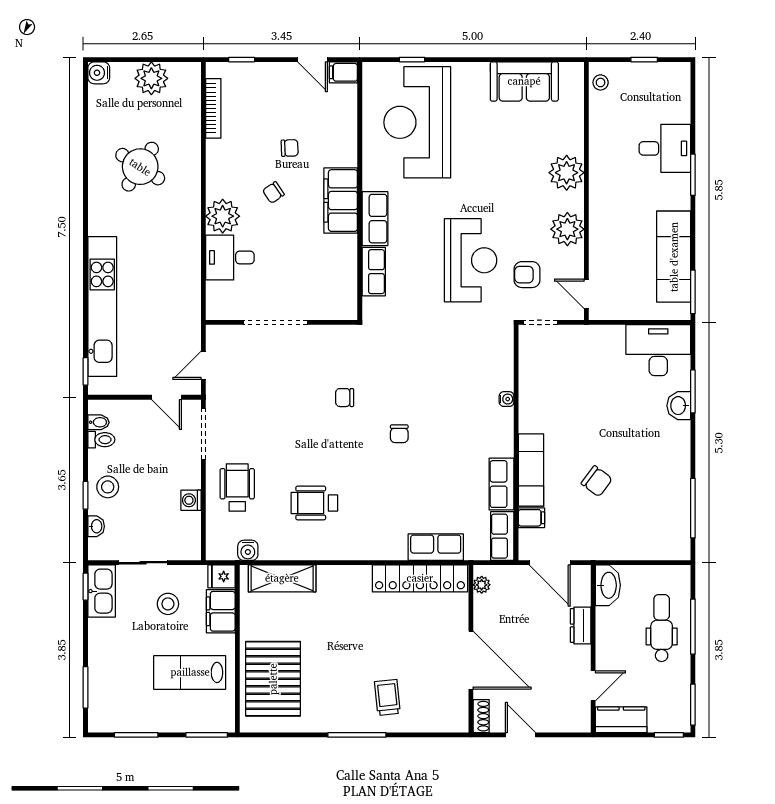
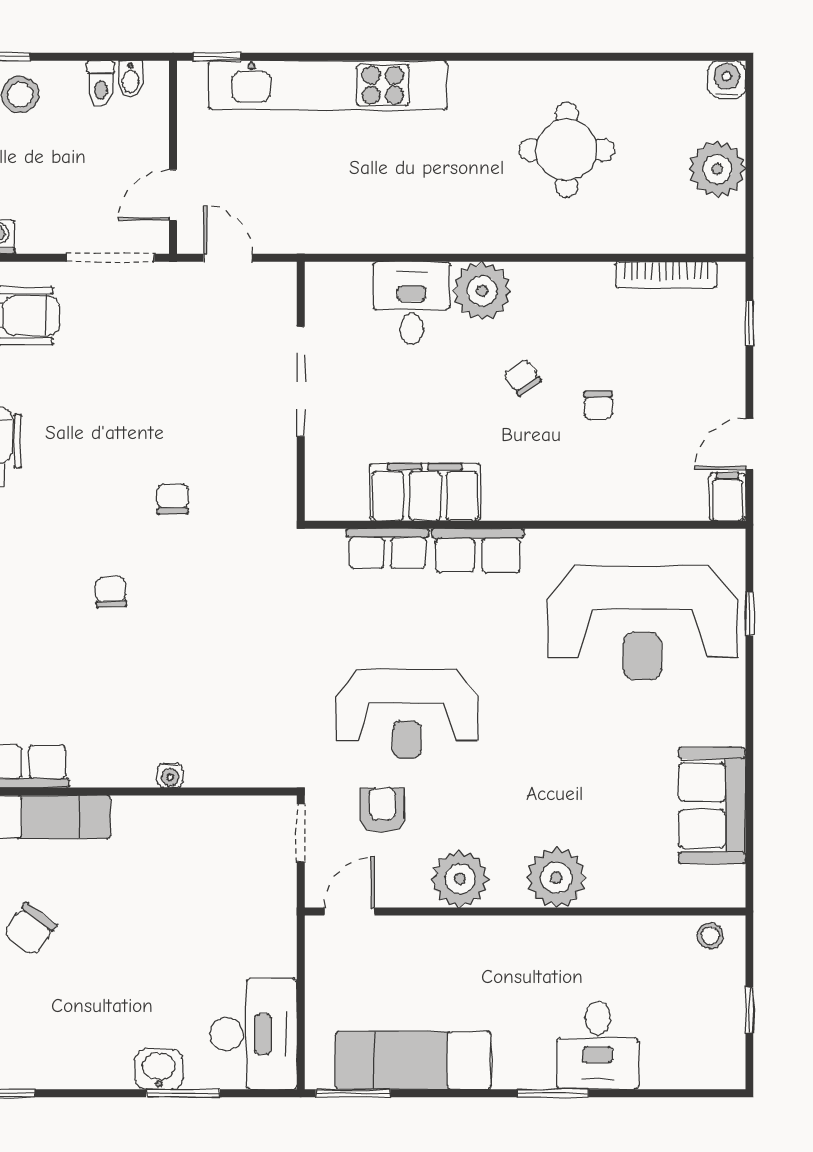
reception desk: (417, 122) -> (642, 623), turned 180
round table: (140, 167) -> (567, 150), turned -33
filing cabinet: (341, 201) -> (425, 492), moved
chair: (399, 434) -> (111, 592), turned 87

